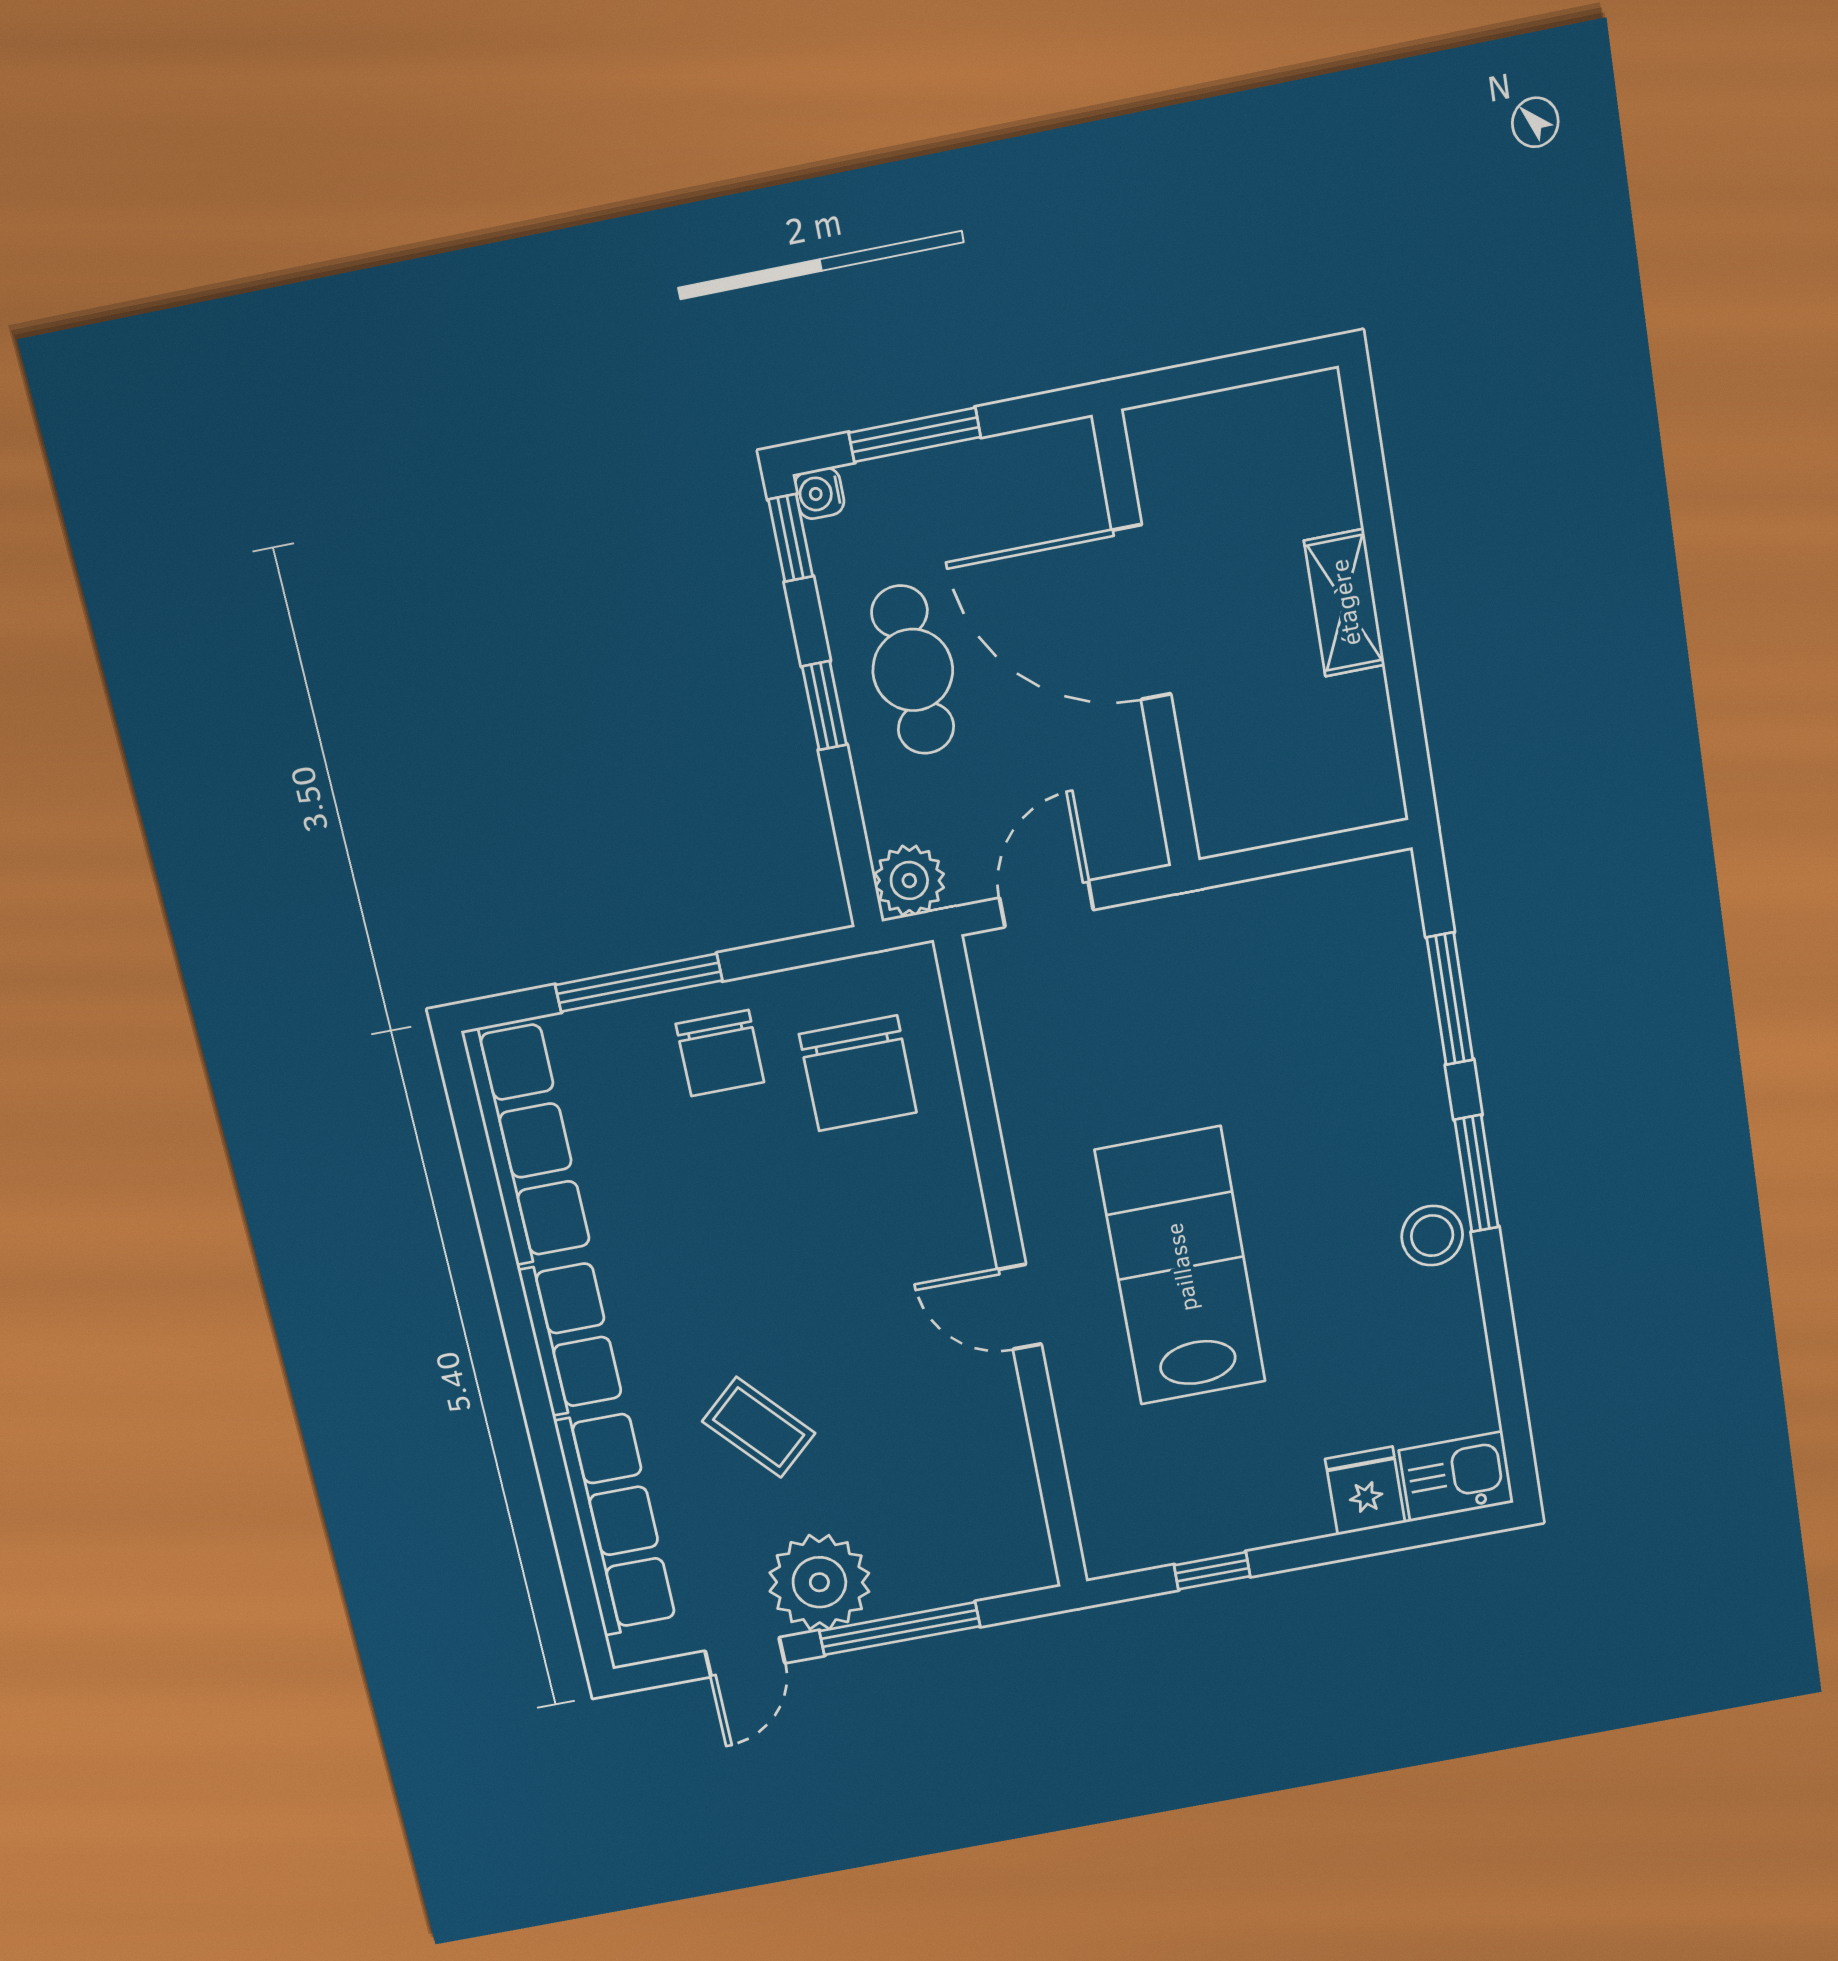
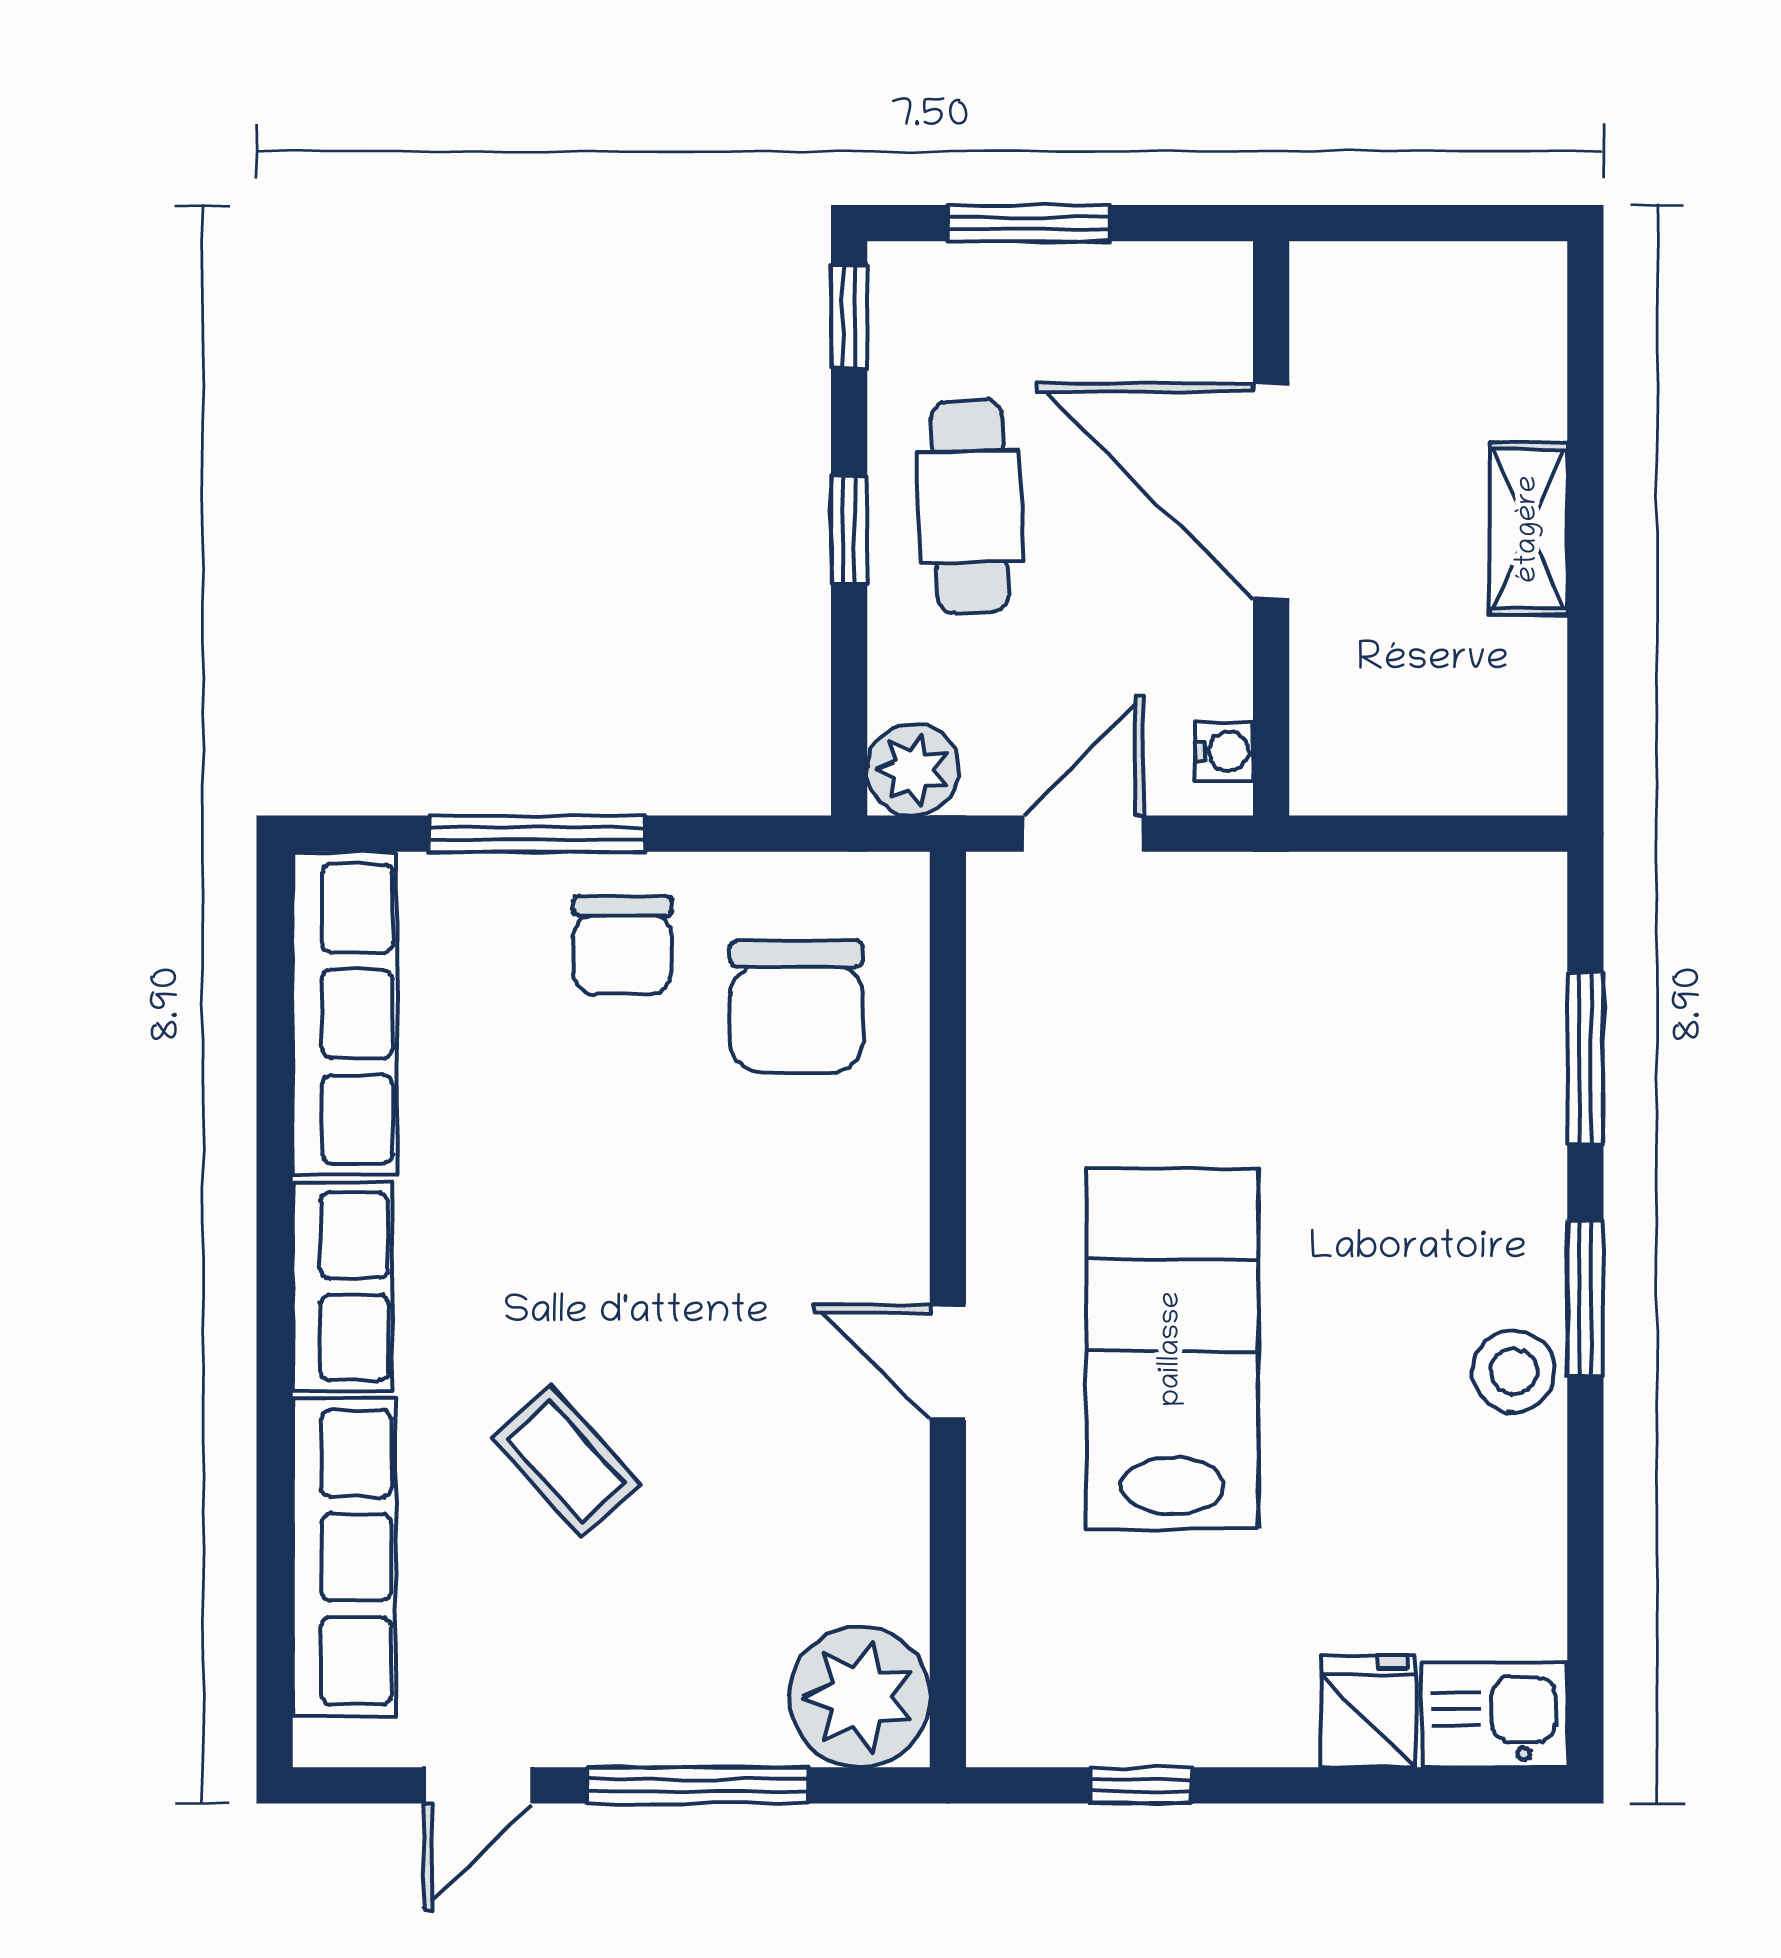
water cooler: (819, 493) -> (1224, 752), moved, turned 180
plant: (819, 1582) -> (859, 1697), moved

